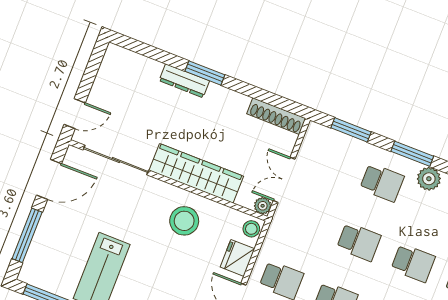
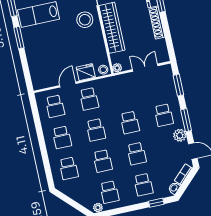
shoe rack: (276, 116) -> (157, 23), moved
double door: (284, 180) -> (145, 68), moved
stool: (184, 221) -> (85, 20), moved

